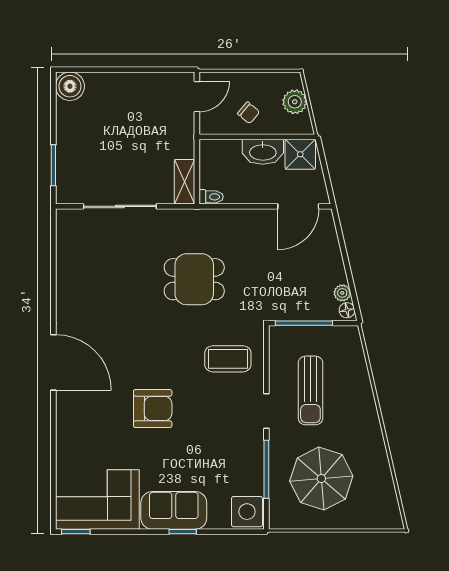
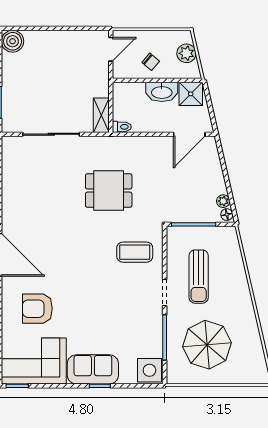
armchair: (153, 409) -> (37, 309), moved, turned 180

